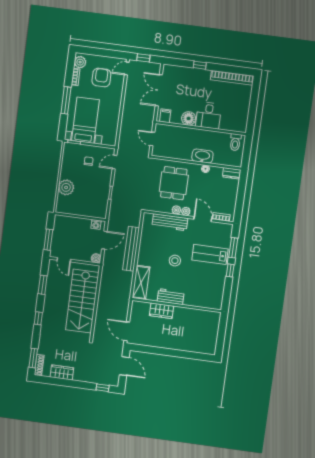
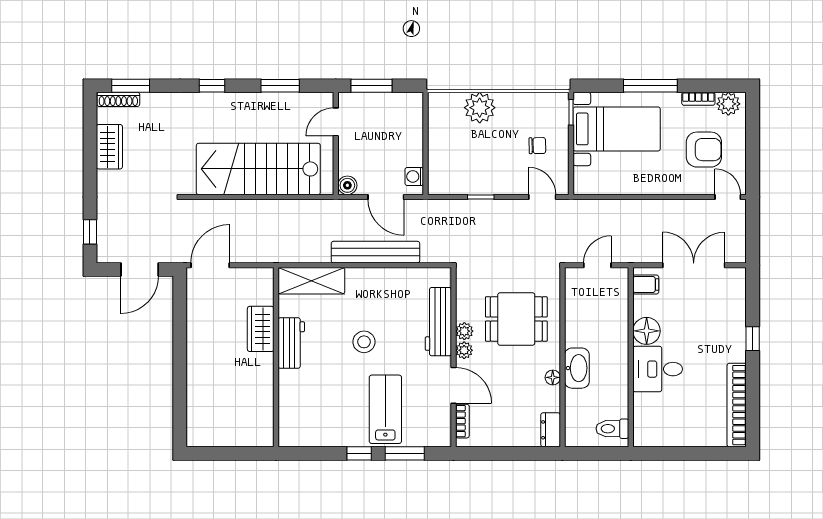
window: (143, 58) -> (753, 227), removed
door: (203, 219) -> (453, 385), hinge flipped

